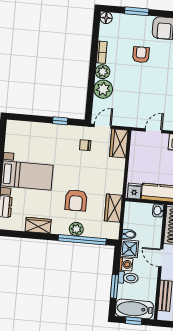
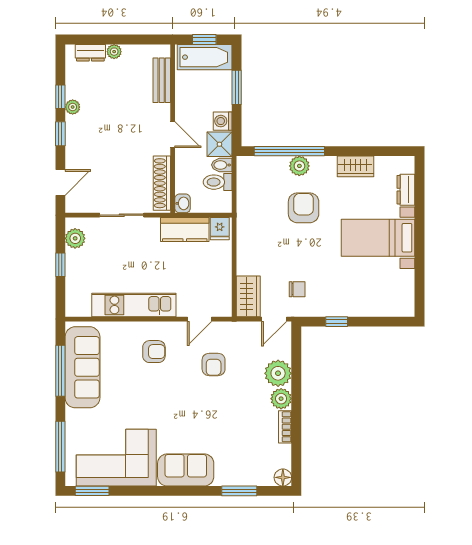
armchair: (141, 55) -> (214, 364), moved
wardrobe: (113, 208) -> (248, 201), removed
toilet: (128, 278) -> (218, 182), moved

